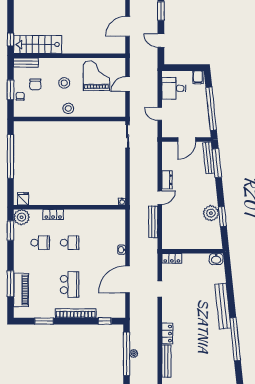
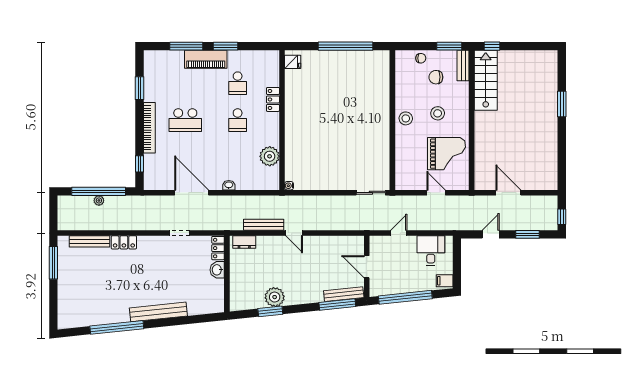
window: (10, 90) -> (449, 46), moved
dresser: (167, 180) -> (244, 242), moved
plant: (22, 217) -> (270, 156), moved
window: (10, 231) -> (226, 46), moved
washbasin: (216, 259) -> (217, 270), moved
piano: (21, 290) -> (206, 59), moved

